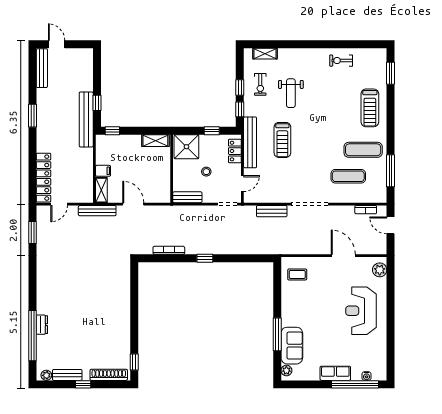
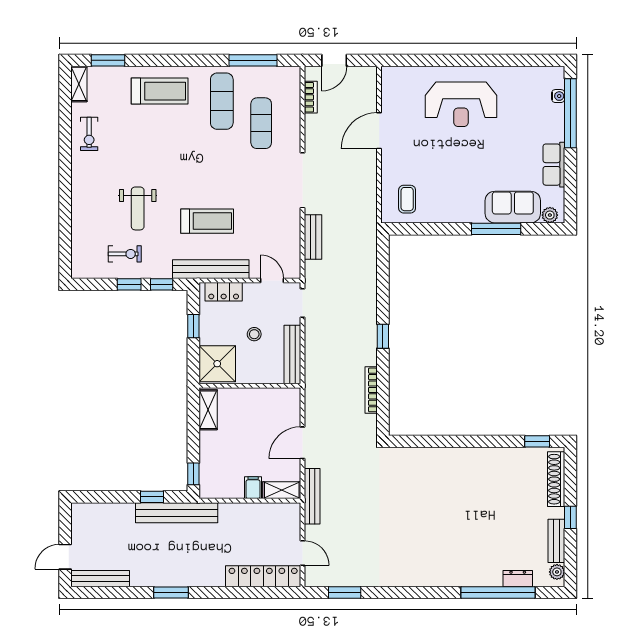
shelving: (265, 54) -> (79, 84), moved
weight bench: (291, 93) -> (138, 208), turned 90
bench: (187, 197) -> (292, 354), width x1.36
plant: (380, 270) -> (400, 77), removed
dresser: (42, 325) -> (518, 579), moved
row of seats: (335, 373) -> (554, 165), moved

